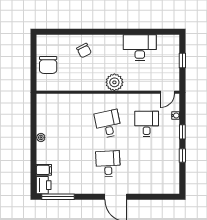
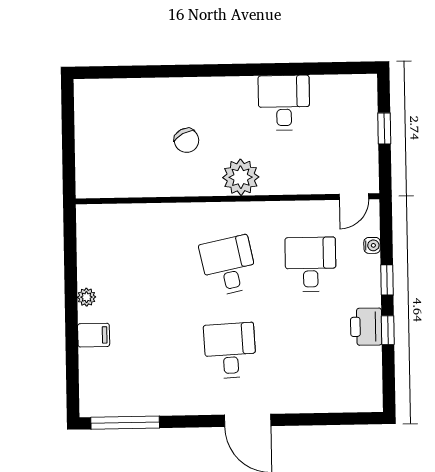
desk: (140, 48) -> (284, 103), width x0.73
chair: (84, 51) -> (186, 140), moved
chair: (48, 65) -> (99, 143), removed
filing cabinet: (44, 170) -> (94, 335), moved
printer: (44, 185) -> (366, 327), moved, turned 180

